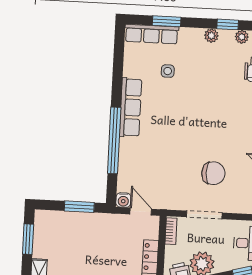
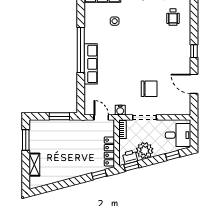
row of seats: (131, 107) -> (91, 64), moved
window: (114, 140) -> (81, 50), moved
water cooler: (123, 200) -> (120, 110), moved

